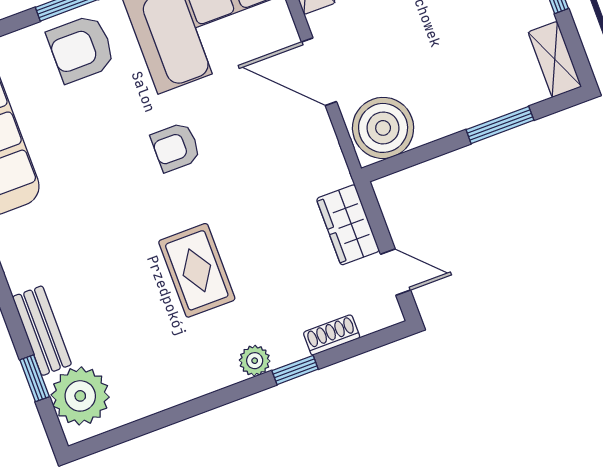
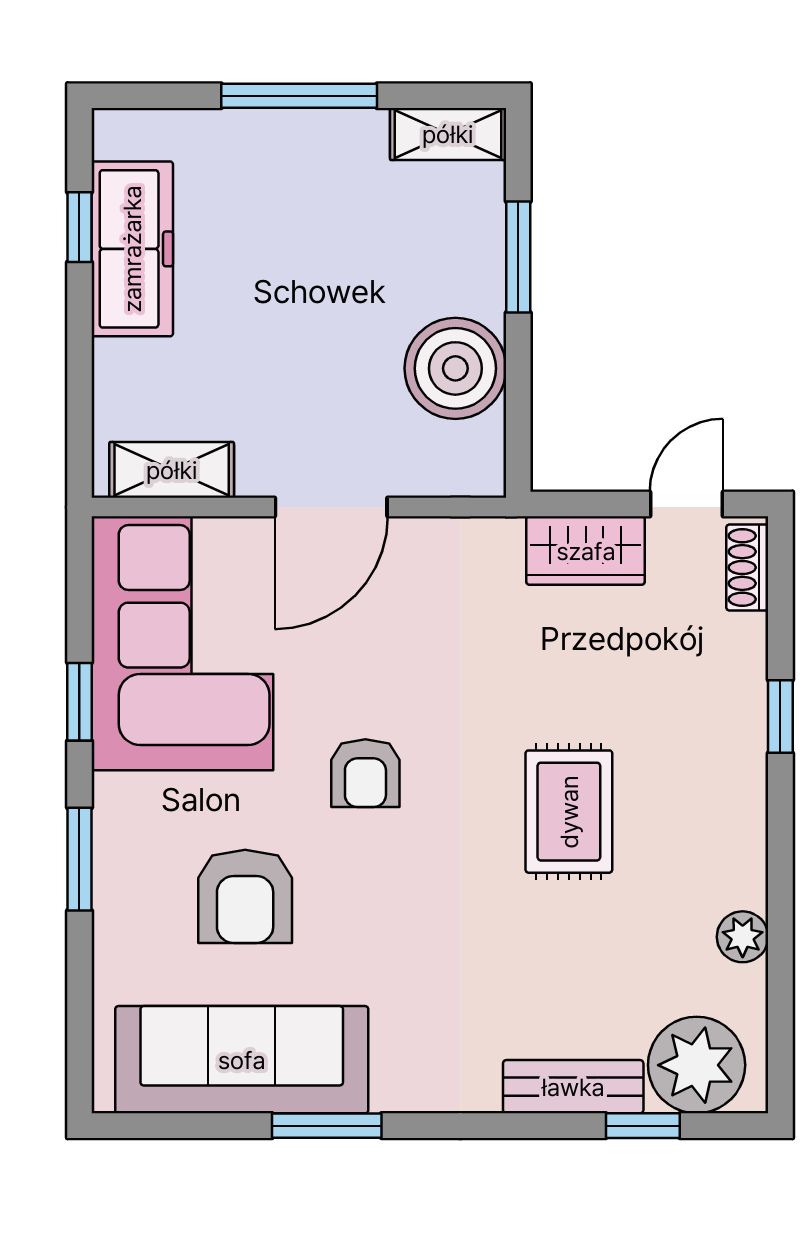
armchair: (81, 49) -> (245, 896), moved
boiler: (383, 128) -> (455, 368), moved
rug: (197, 270) -> (569, 812), turned 90
shoe rack: (332, 335) -> (747, 567), moved
plant: (255, 361) -> (743, 937), moved

